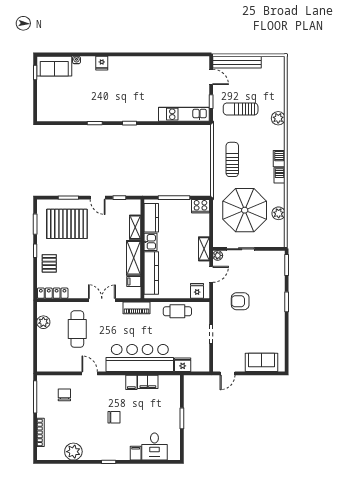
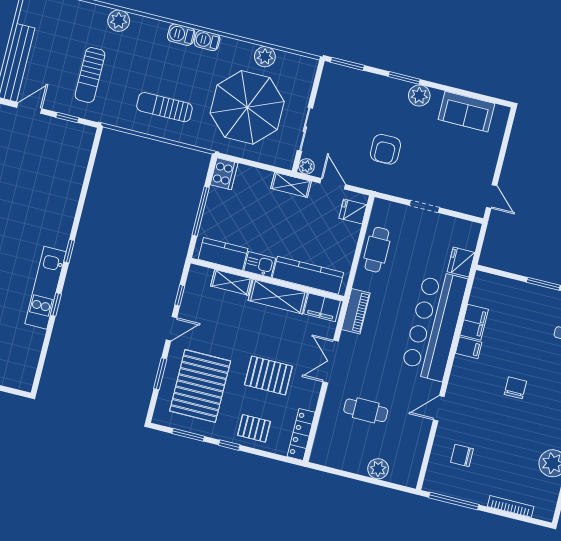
kitchen unit: (184, 114) -> (45, 288), moved
pallet: (84, 264) -> (268, 375), added
filing cabinet: (134, 281) -> (322, 307), width x2.00
plant: (278, 314) -> (419, 96), added
plant: (43, 322) -> (378, 469), moved
cafe table: (77, 329) -> (366, 410), width x0.73, depth x0.74
sofa: (261, 362) -> (466, 112), moved, turned -90

